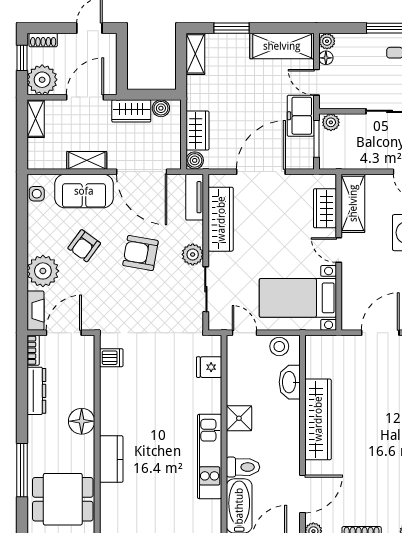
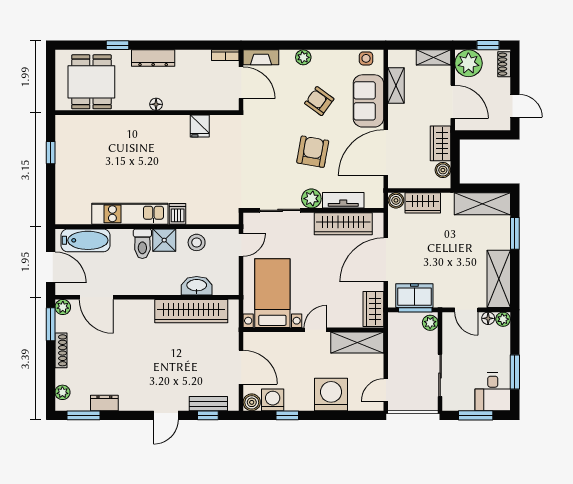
shelving: (195, 54) -> (482, 204), width x1.50, depth x1.33
door: (317, 82) -> (466, 310), swing flipped
freezer: (301, 116) -> (414, 296), moved
shelving: (87, 160) -> (396, 85), moved
door: (261, 172) -> (386, 260), swing flipped
tv unit: (195, 197) -> (343, 200), moved
wardrobe: (325, 208) -> (373, 309), moved, turned -90
plant: (43, 271) -> (303, 57), width x0.53, depth x0.53
stool: (279, 346) -> (197, 242), moved
dishwasher: (111, 358) -> (178, 214), moved, turned 180
fridge: (209, 367) -> (200, 126), moved, turned 180
dresser: (36, 391) -> (153, 58), moved
wardrobe: (318, 419) -> (191, 311), moved
floor lamp: (82, 421) -> (156, 104), width x0.53, depth x0.53
kitchen counter: (111, 459) -> (128, 125), removed
toilet: (243, 467) -> (142, 244), moved
window: (22, 470) -> (118, 45), width x0.46

